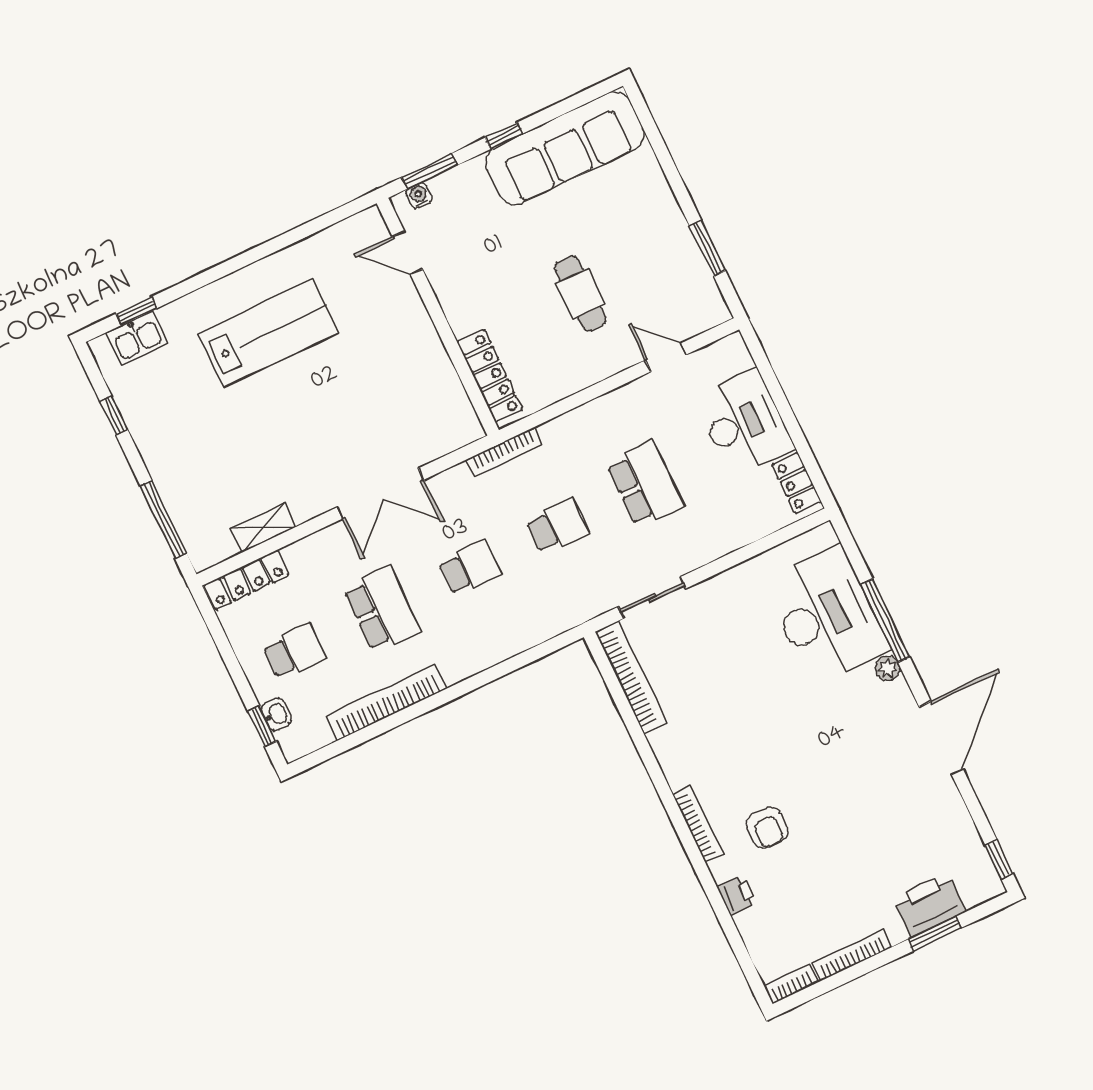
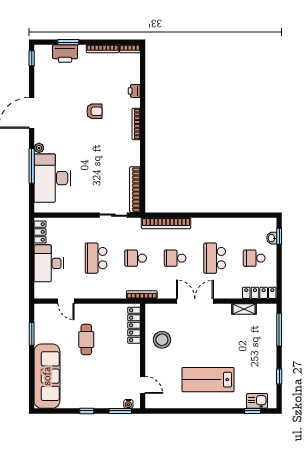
sofa: (565, 148) -> (47, 376), moved, turned 90
stool: (412, 373) -> (162, 340), added
bookcase: (386, 702) -> (166, 223), moved
armchair: (767, 828) -> (95, 111), moved, turned 89

